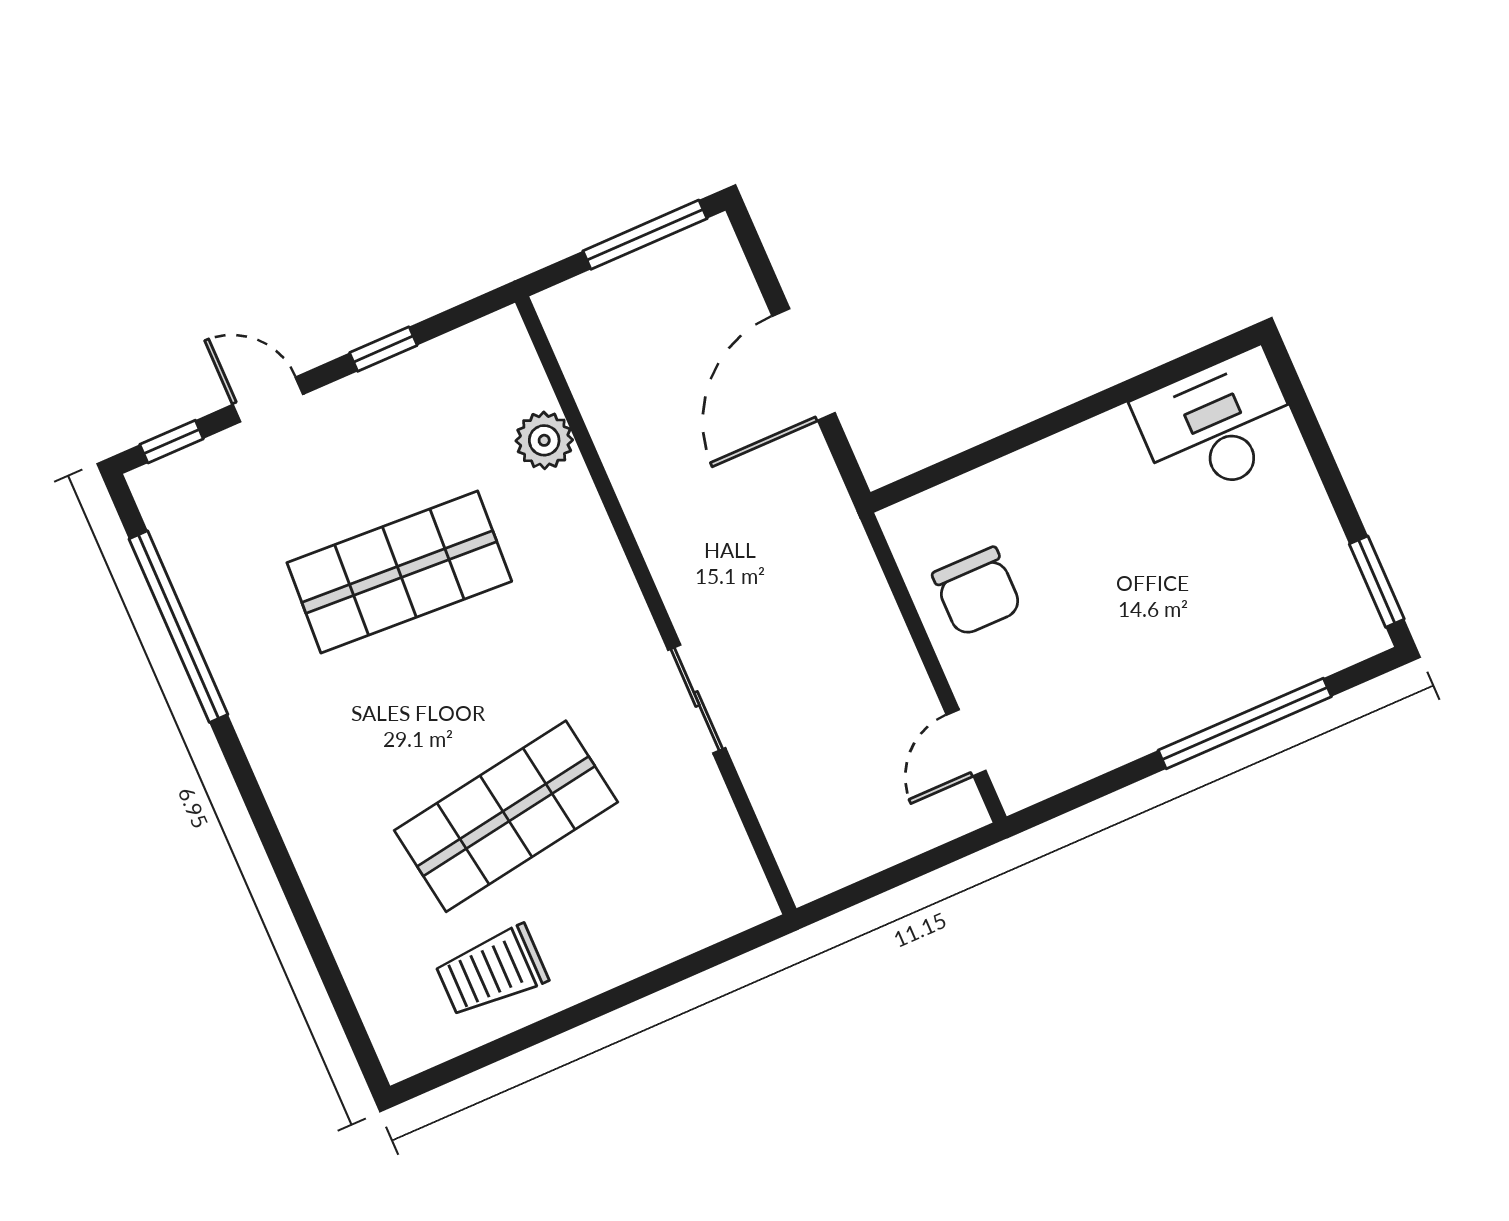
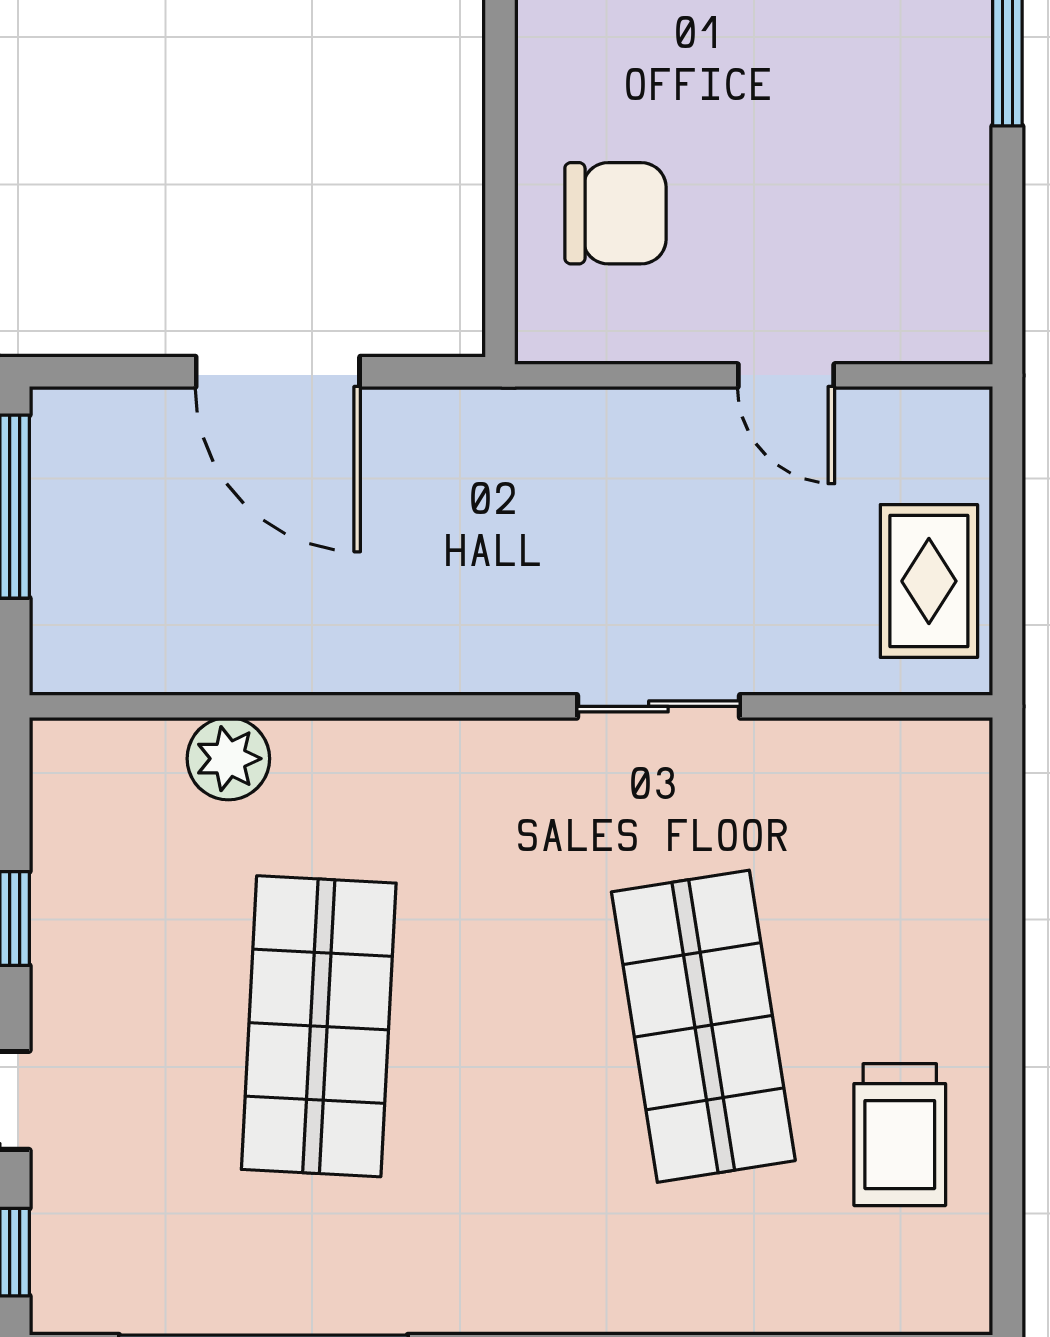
chair: (977, 592) -> (615, 213), moved
door: (966, 743) -> (786, 375), moved
rug: (851, 836) -> (929, 581), added

